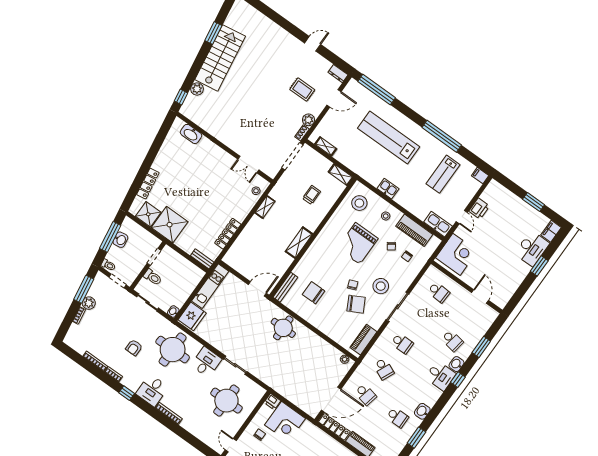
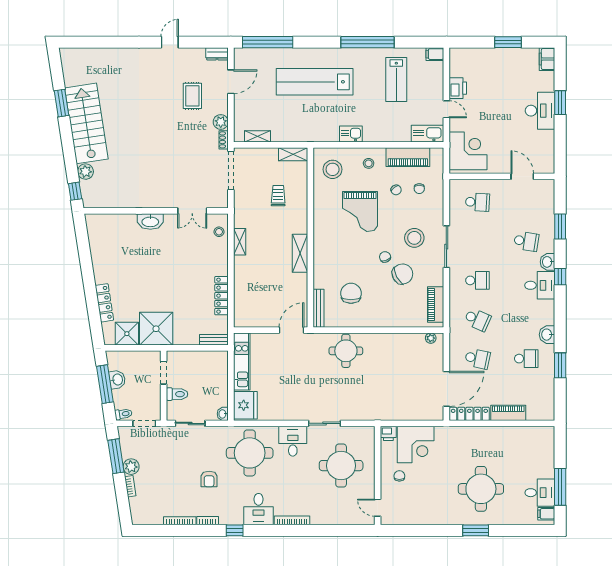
rug: (302, 90) -> (192, 96), turned 90
washbasin: (191, 134) -> (150, 221), moved
desk: (532, 248) -> (540, 111), moved
chair: (313, 293) -> (351, 293), turned 90

